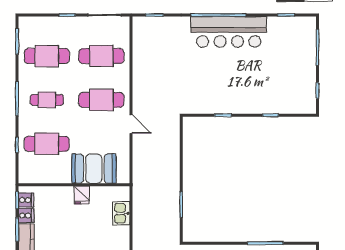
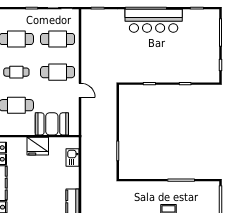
fridge: (82, 195) -> (38, 146), width x1.88, depth x1.34

